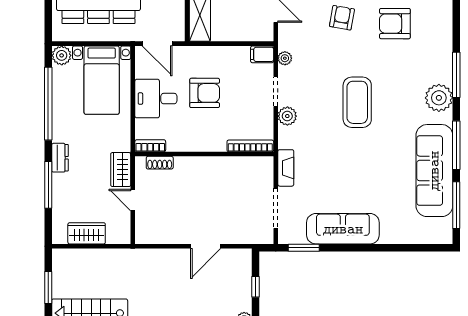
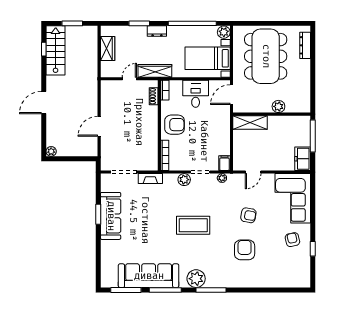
armchair: (205, 93) -> (175, 125), moved, turned -90
wardrobe: (121, 170) -> (155, 71), width x1.50
window: (48, 185) -> (139, 23), width x0.69
door: (206, 246) -> (99, 126), hinge flipped
window: (304, 248) -> (98, 214), moved
window: (255, 287) -> (73, 159), removed

